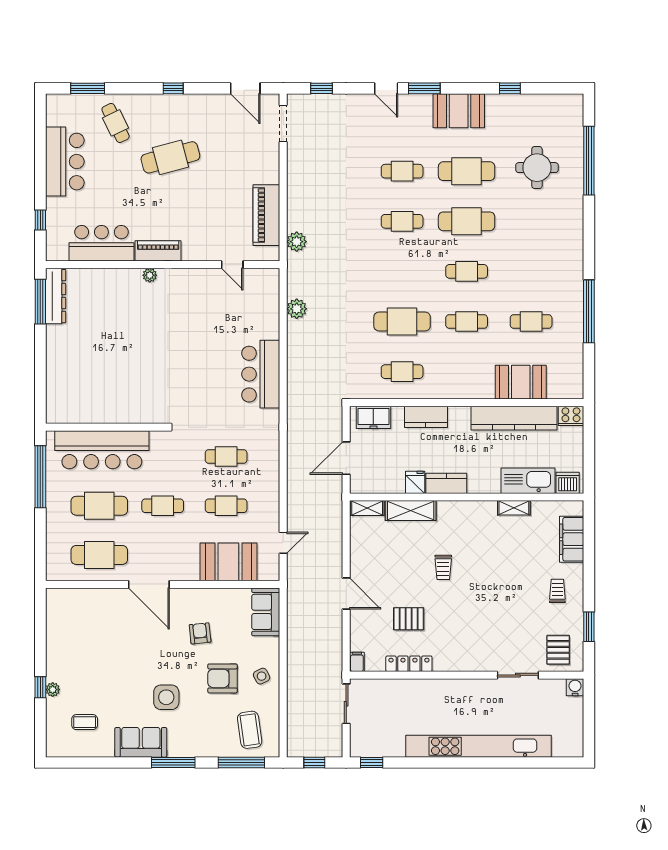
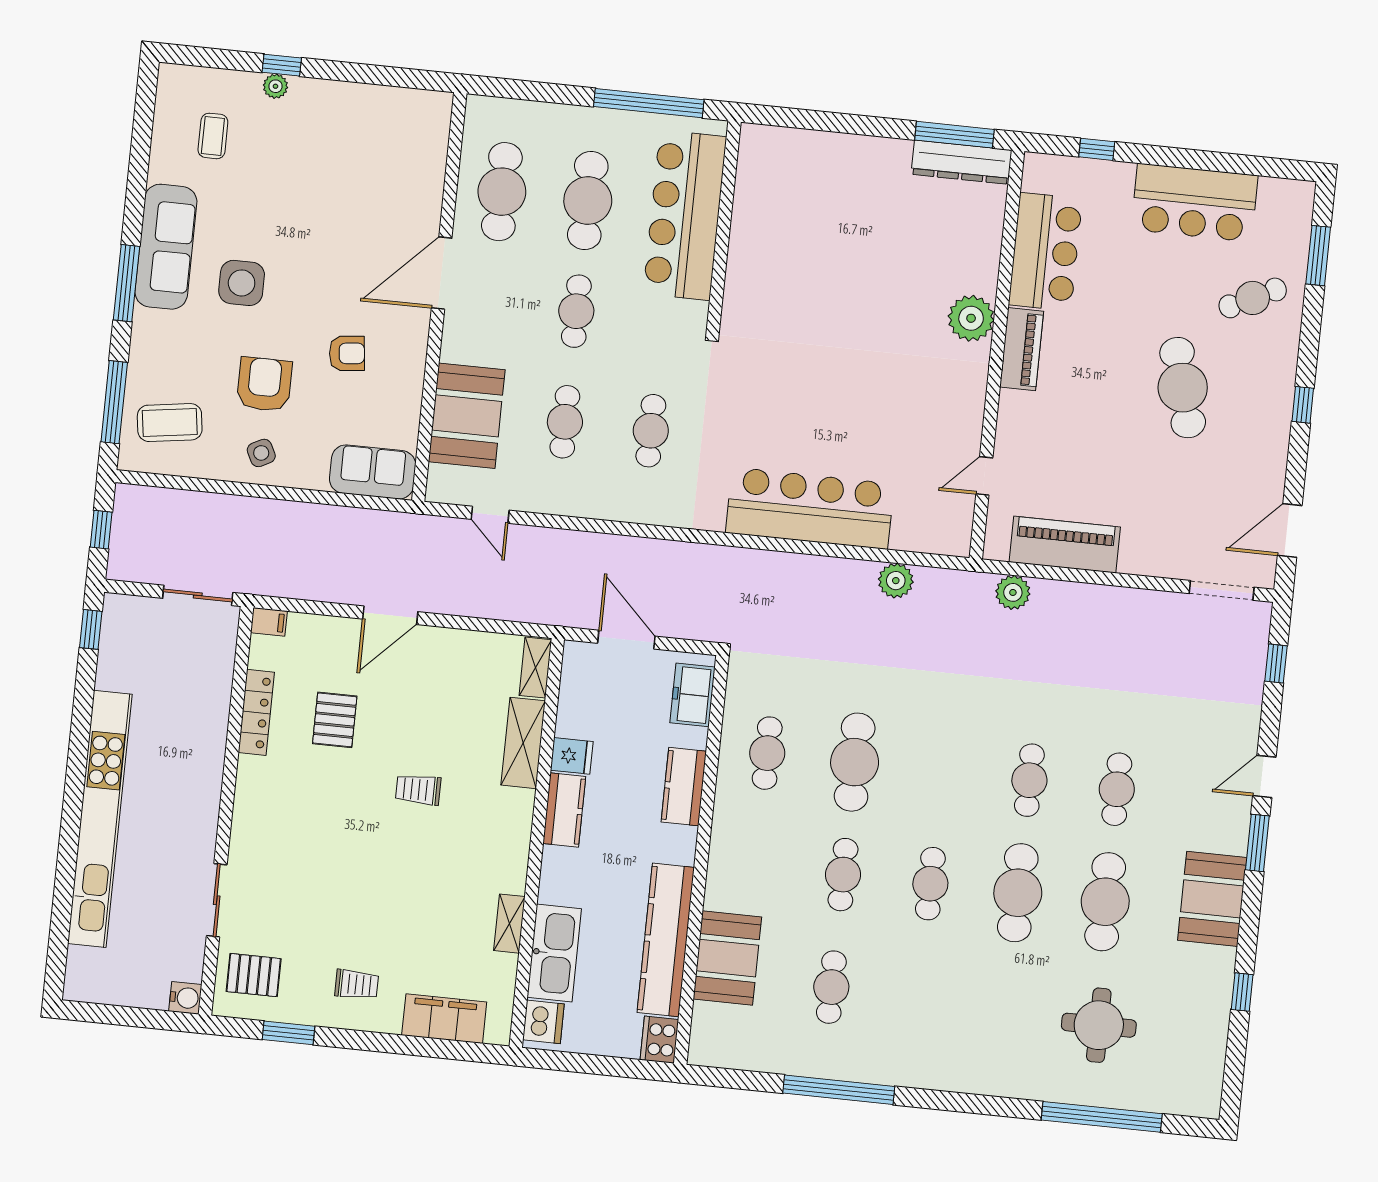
plant: (150, 275) -> (971, 318), width x1.88, depth x1.88
bar counter: (261, 374) -> (810, 508), width x1.36
sofa: (141, 742) -> (166, 247), width x1.36

